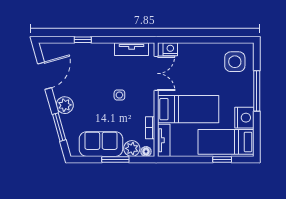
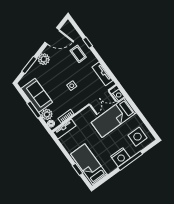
coffee table: (88, 60) -> (78, 54), added
bed: (188, 109) -> (114, 118), moved, turned 90
nightstand: (244, 118) -> (120, 157), moved

